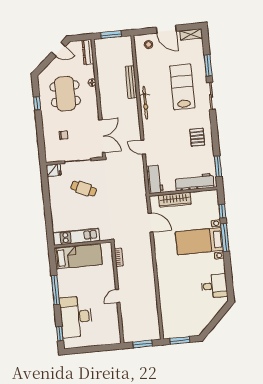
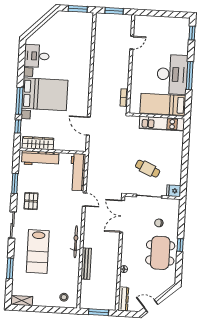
door: (166, 29) -> (45, 309), removed
dining table: (65, 94) -> (160, 253), moved
sliding door: (211, 96) -> (12, 225), moved
window: (37, 103) -> (180, 245), moved
window: (218, 166) -> (15, 183), moved
workbench: (155, 179) -> (78, 172), width x1.38
wardrobe: (175, 200) -> (38, 143), moved
bed with nightstands: (199, 241) -> (45, 94), width x1.36
door: (118, 296) -> (132, 43), moved
desk: (76, 317) -> (172, 74), moved

